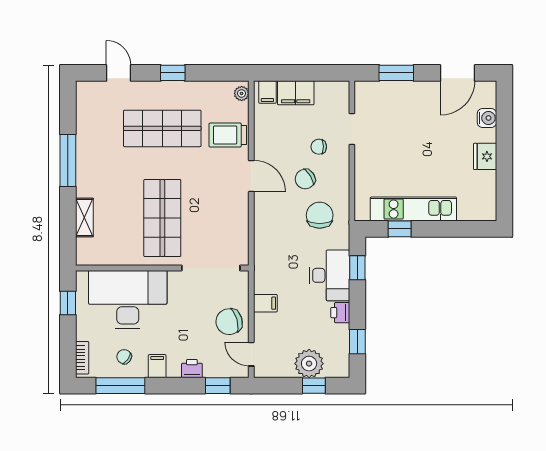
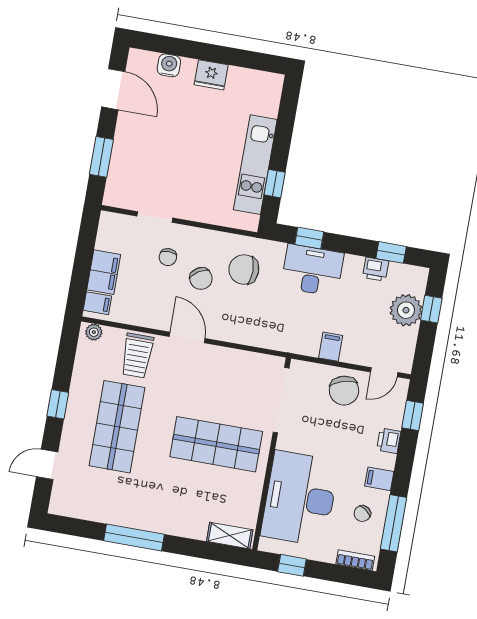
door: (251, 176) -> (187, 337), hinge flipped
shelving: (84, 217) -> (230, 536), moved
printer: (340, 313) -> (376, 269), moved

